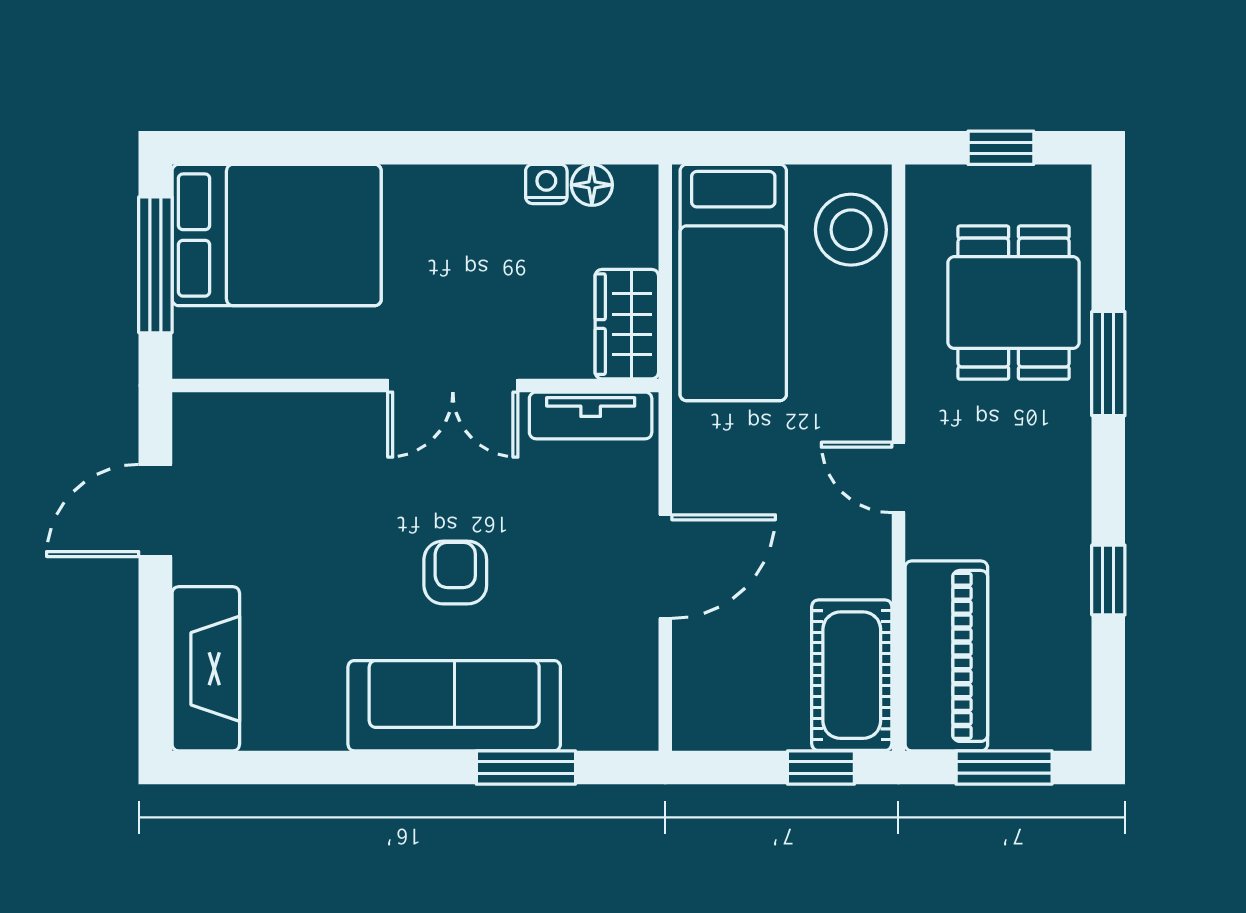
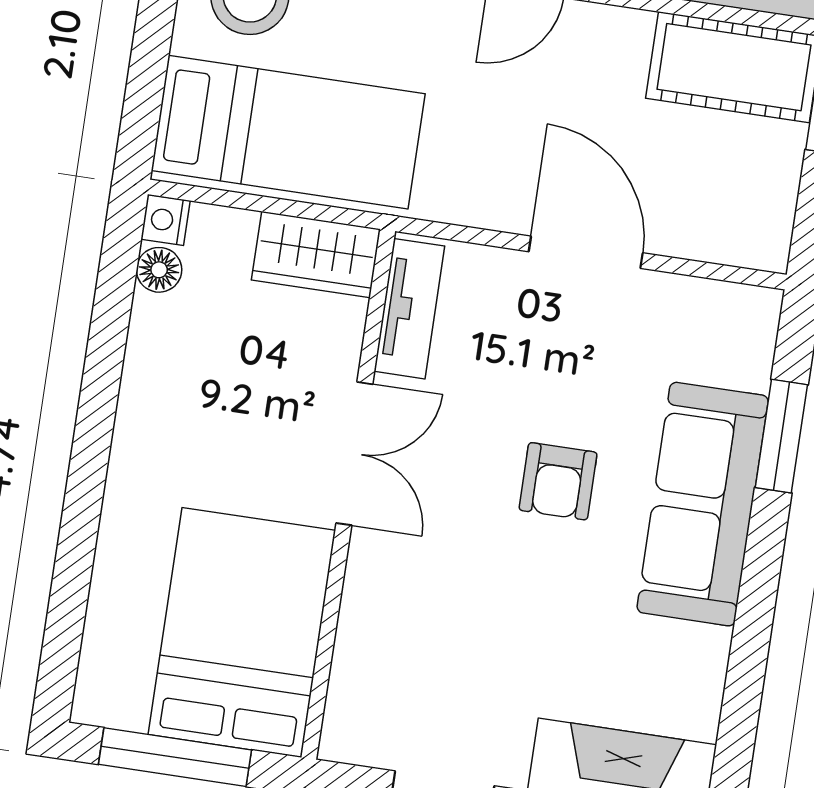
nightstand: (546, 184) -> (165, 220), moved
bed: (277, 235) -> (242, 632), moved
armchair: (455, 573) -> (558, 481), turned -90

